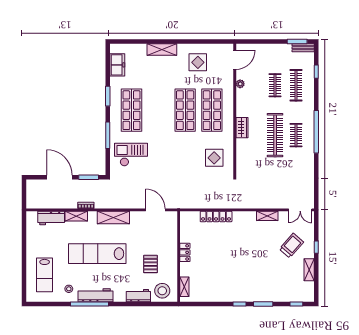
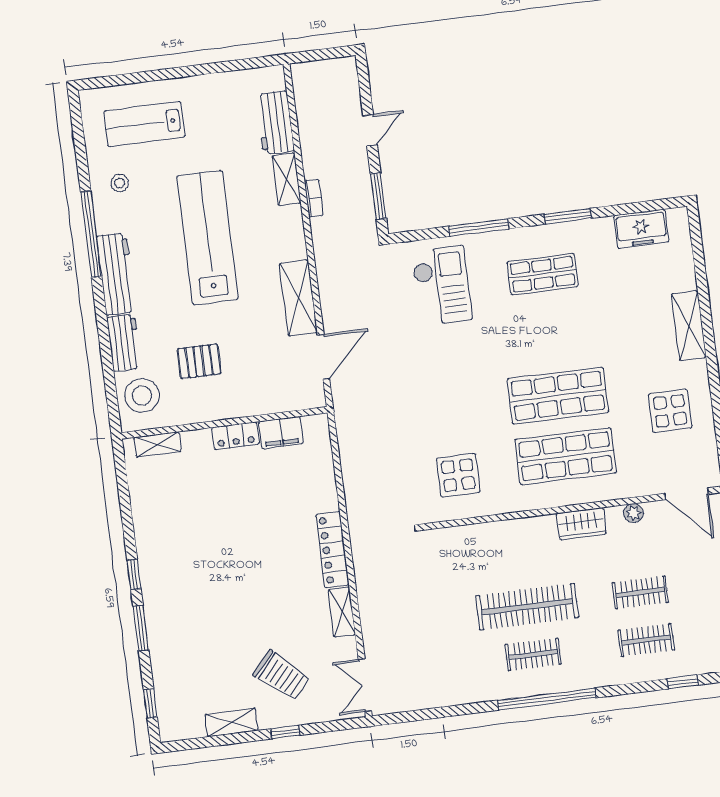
clothes rail: (296, 85) -> (646, 640), width x0.73
shop shelf: (132, 110) -> (543, 274), width x0.70, depth x0.74
wardrobe: (242, 128) -> (581, 524), moved
door: (60, 177) -> (370, 130), width x0.53
locker: (216, 216) -> (332, 550), moved
shelving: (113, 218) -> (298, 298), moved
filing cabinet: (186, 232) -> (281, 433), added
workbench: (95, 295) -> (116, 274), moved

